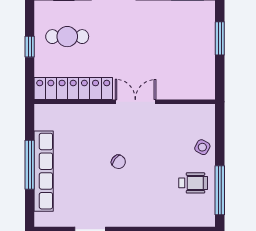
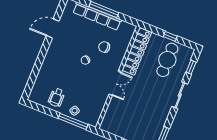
cafe table: (67, 37) -> (167, 60), width x1.37, depth x1.35
chair: (87, 141) -> (104, 47), added
window: (220, 190) -> (73, 121), moved

